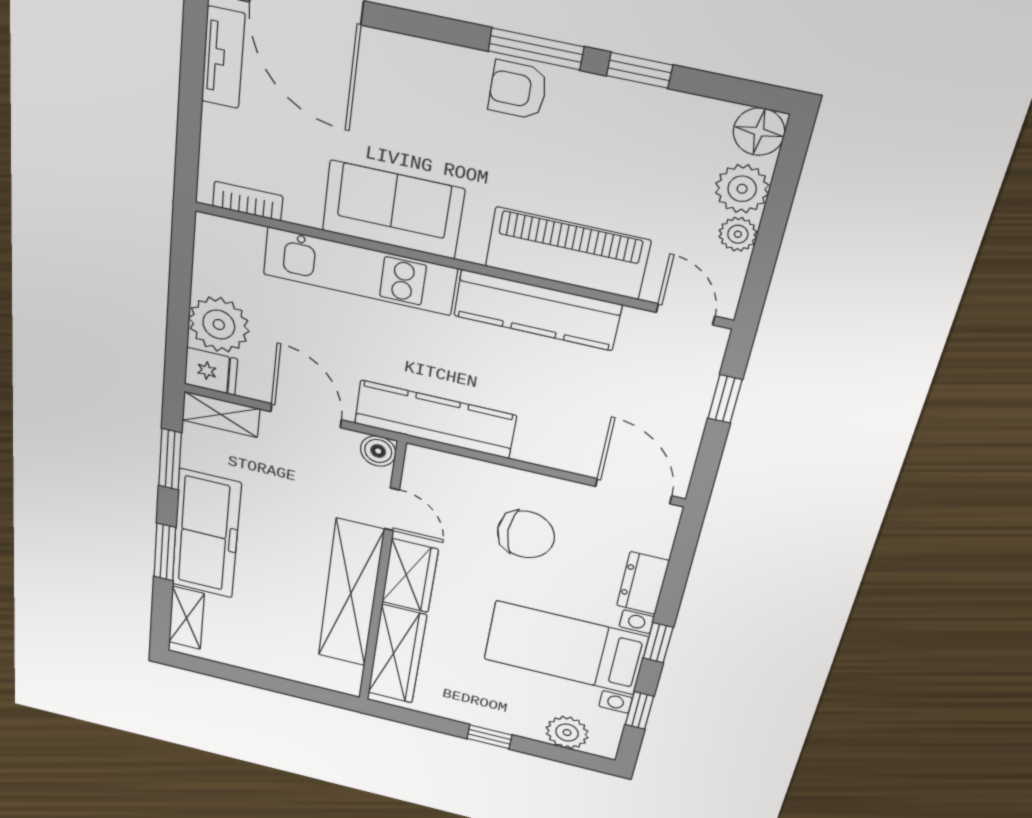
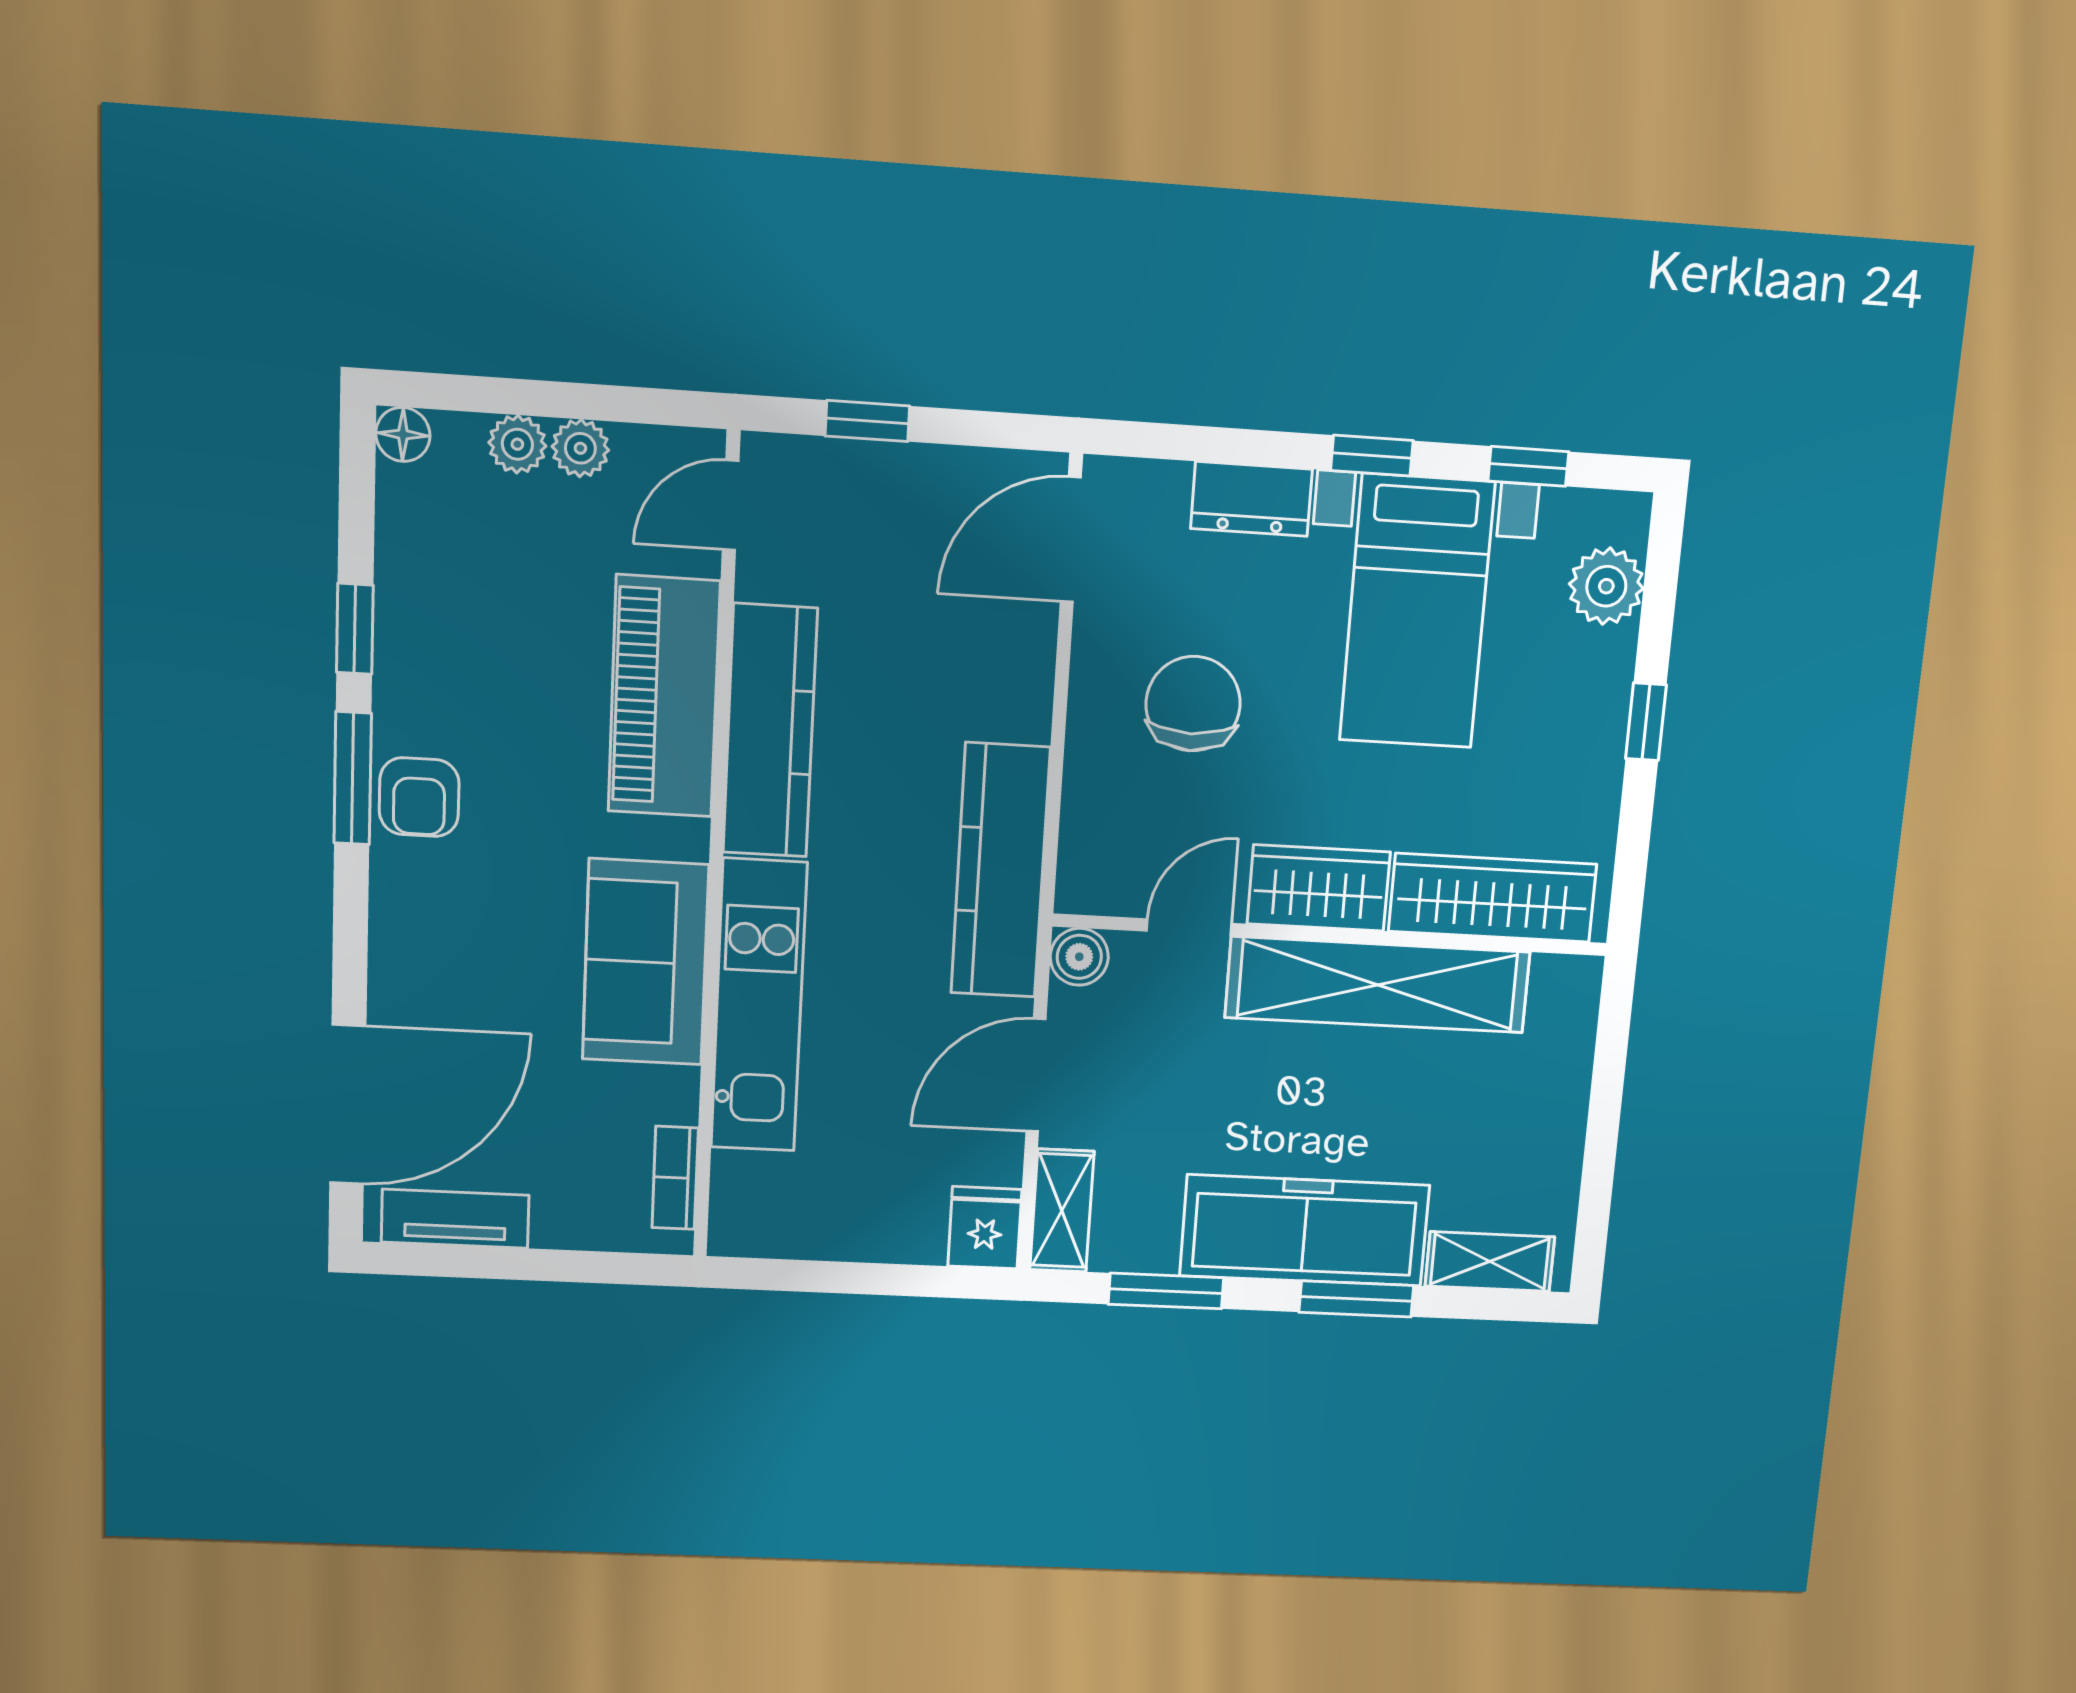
floor lamp: (759, 132) -> (403, 434), width x0.73, depth x0.73
plant: (742, 189) -> (517, 444), width x0.73, depth x0.73
plant: (219, 325) -> (897, 1217), removed

